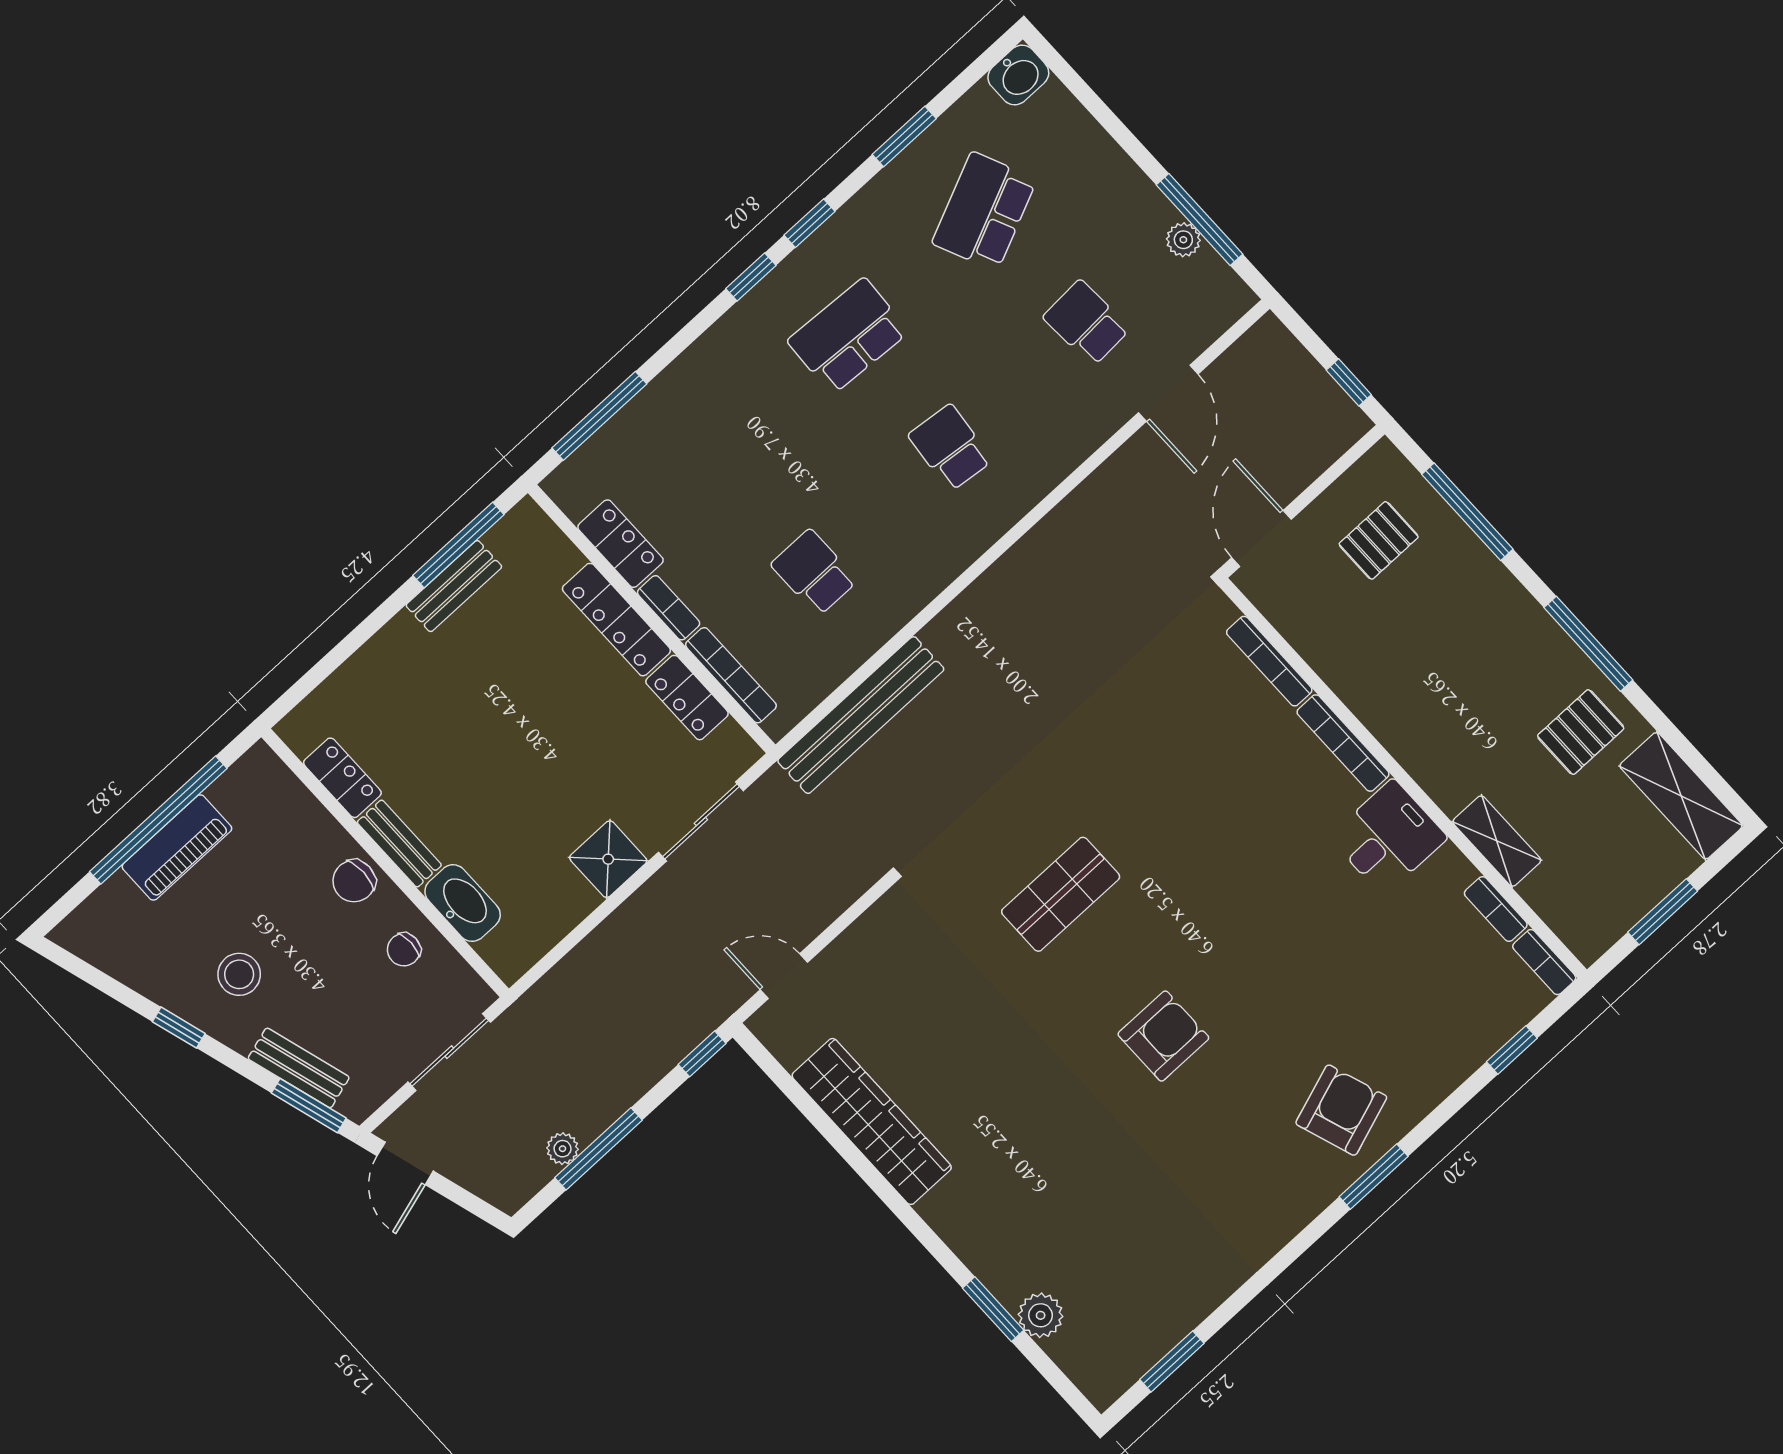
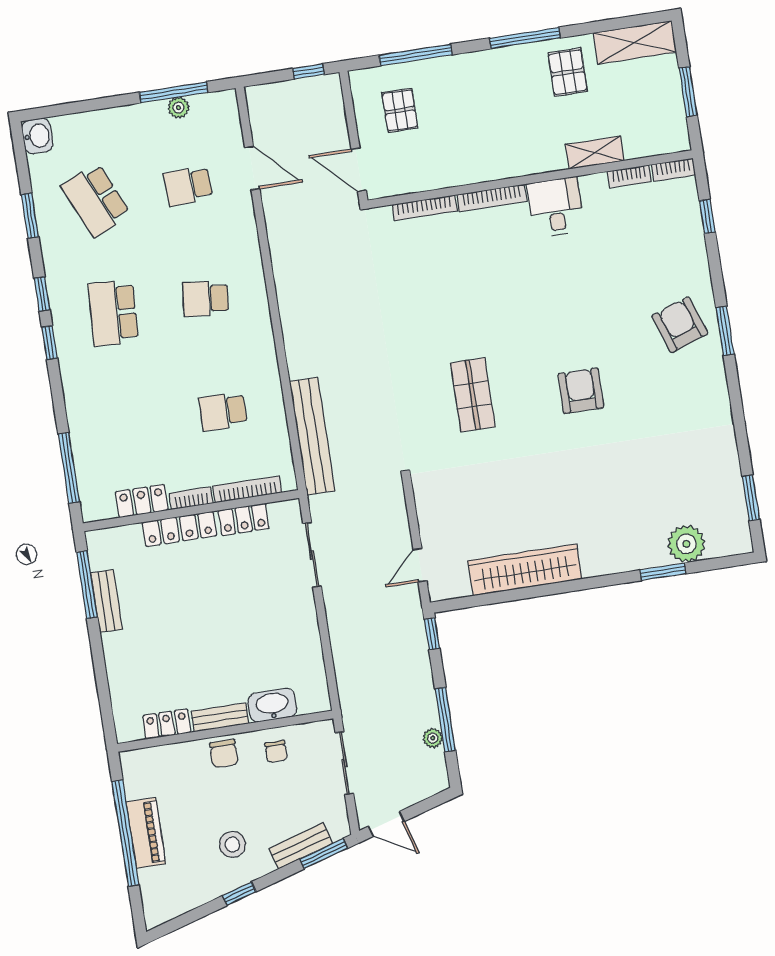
shower: (608, 859) -> (300, 615), removed
plant: (1041, 1315) -> (686, 544), width x1.36, depth x1.36

